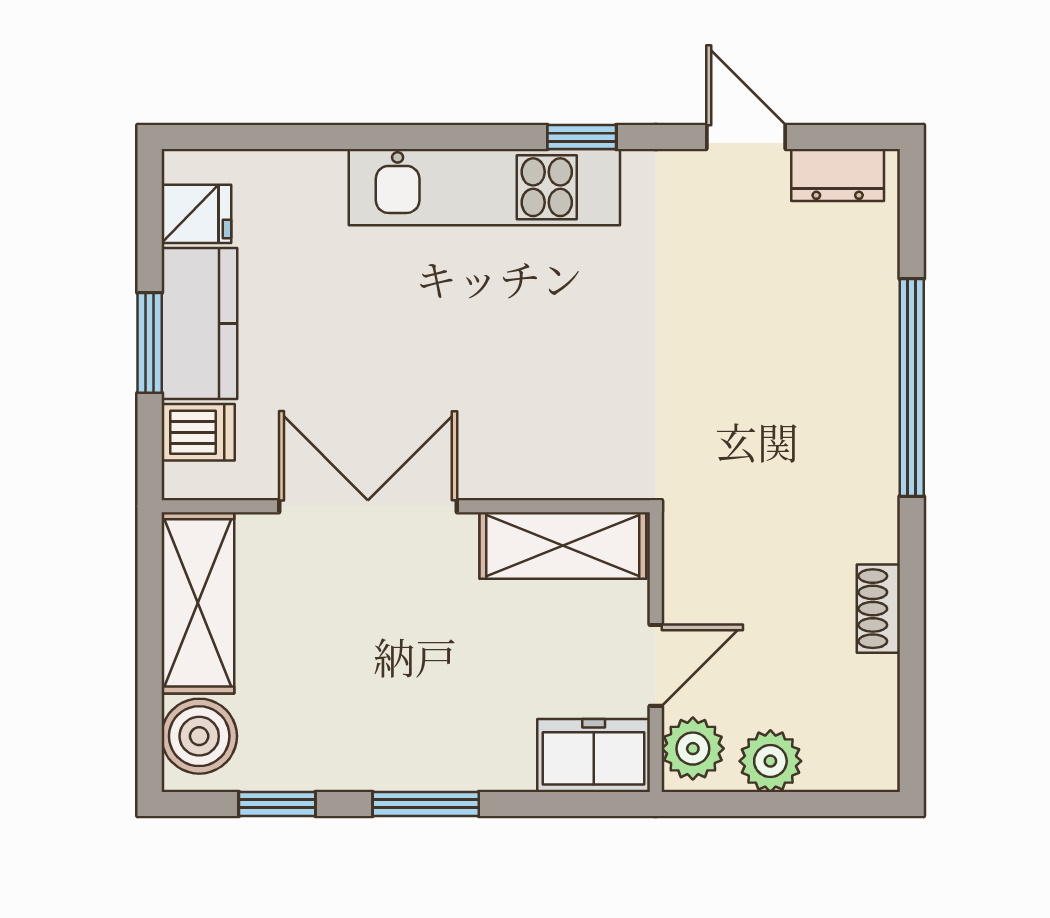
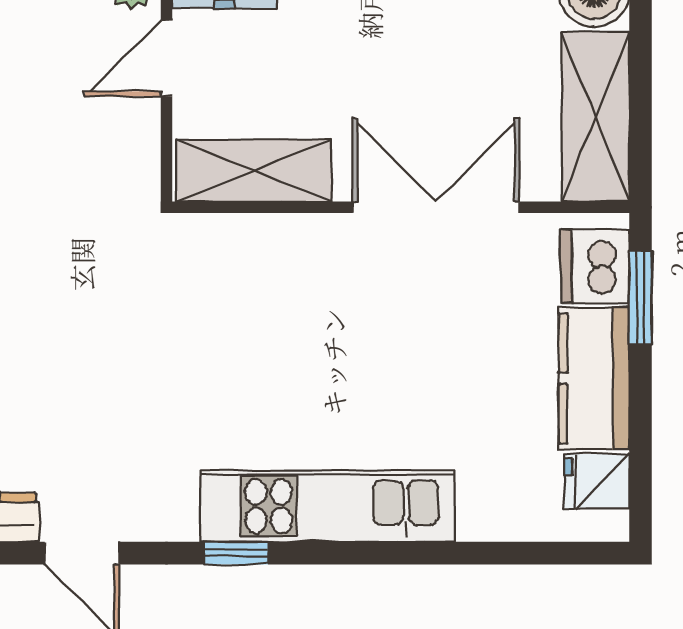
window: (150, 343) -> (641, 298), moved
dishwasher: (198, 432) -> (595, 267), width x1.38
double door: (368, 506) -> (436, 207), swing flipped

